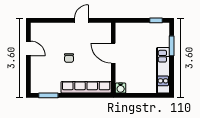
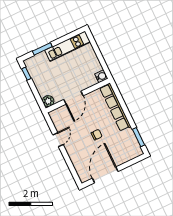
door: (81, 20) -> (58, 140), swing flipped
plant: (121, 28) -> (48, 101), added
door: (28, 48) -> (105, 175), width x1.87

